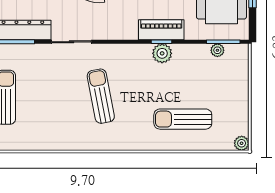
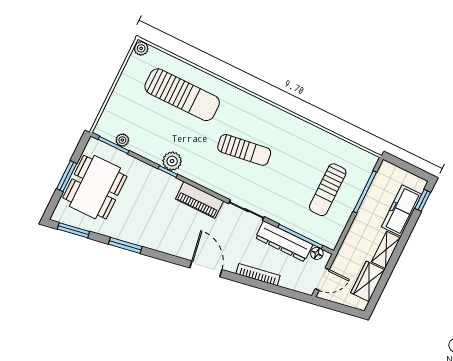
piano: (161, 30) -> (199, 200), moved
sun lounger: (101, 96) -> (244, 150), turned -87
sun lounger: (183, 119) -> (182, 95), width x1.36, depth x1.34

